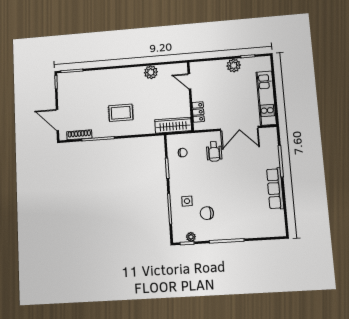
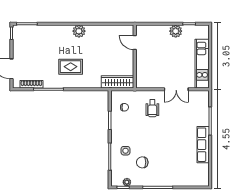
plant: (151, 72) -> (79, 31), moved
locker: (198, 112) -> (141, 71), removed
double door: (239, 128) -> (176, 89), width x0.73

